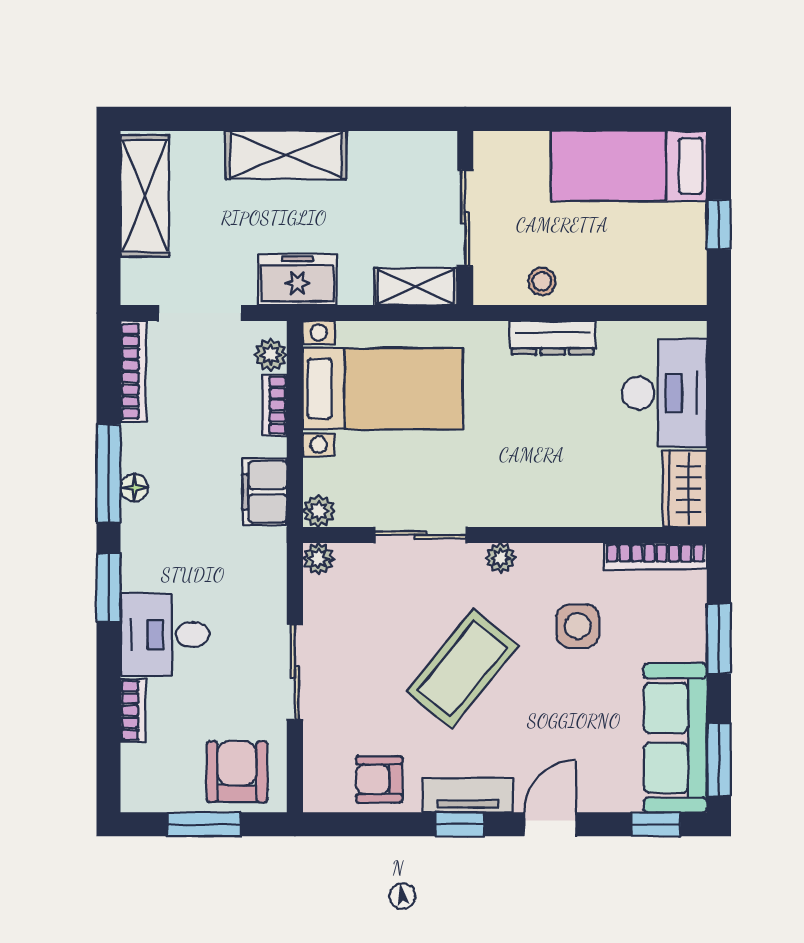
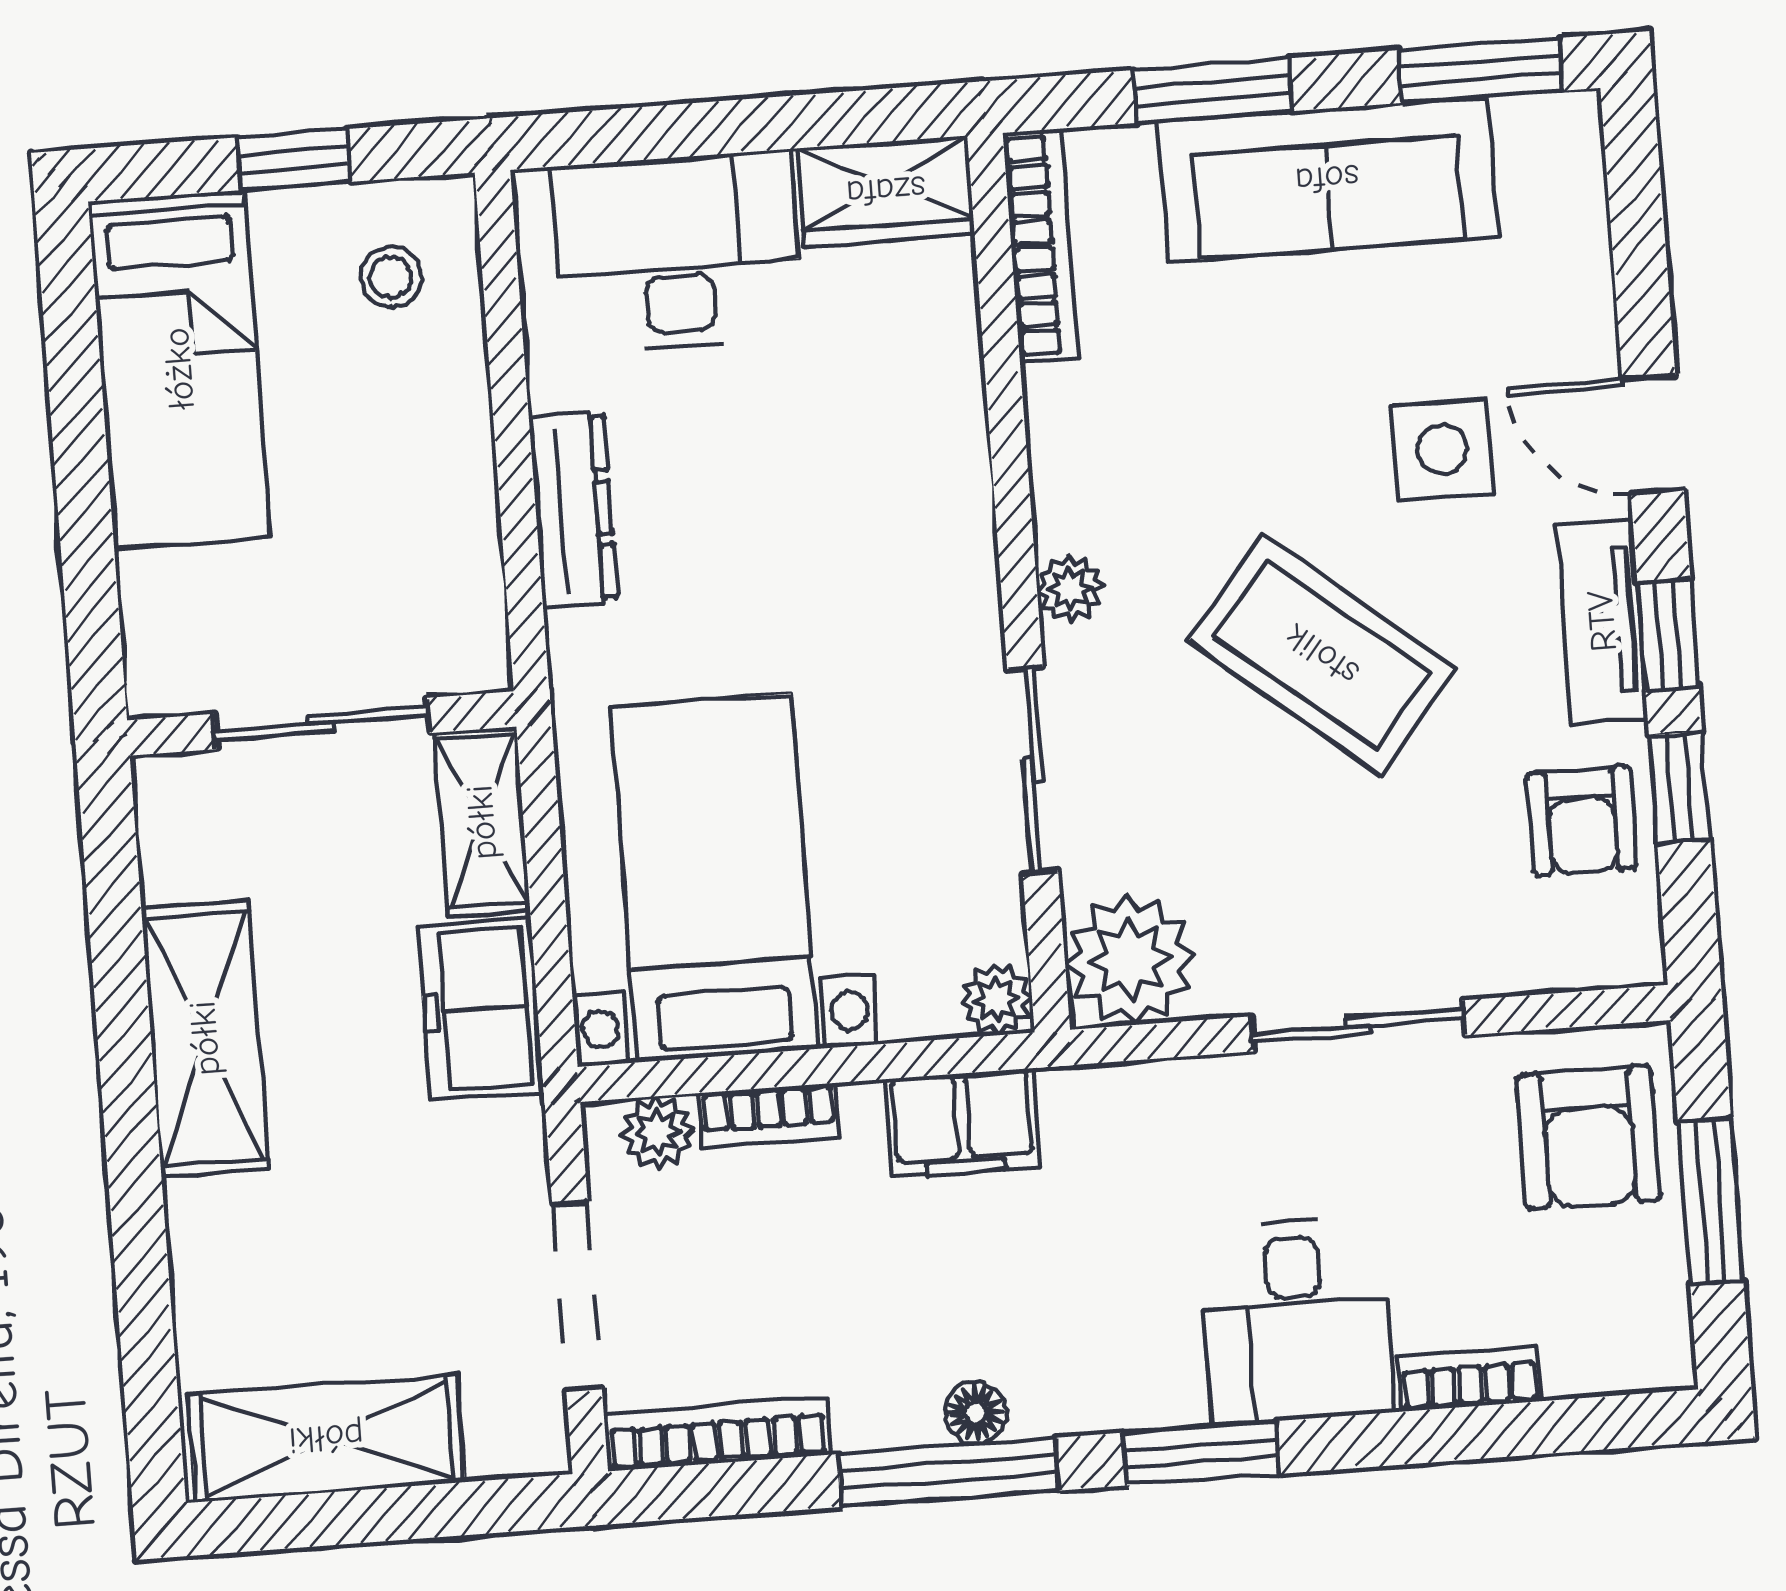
shelving: (286, 155) -> (205, 1038), moved
freezer: (297, 280) -> (481, 1009), moved
stool: (542, 281) -> (391, 277), moved
plant: (318, 559) -> (1130, 960), width x1.87, depth x1.87
side table: (578, 626) -> (1442, 450), moved
sofa: (675, 738) -> (1327, 179), moved
armchair: (237, 772) -> (1589, 1138), turned -90
window: (656, 824) -> (1680, 788), moved

